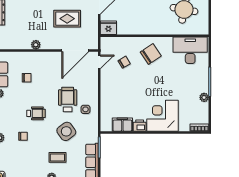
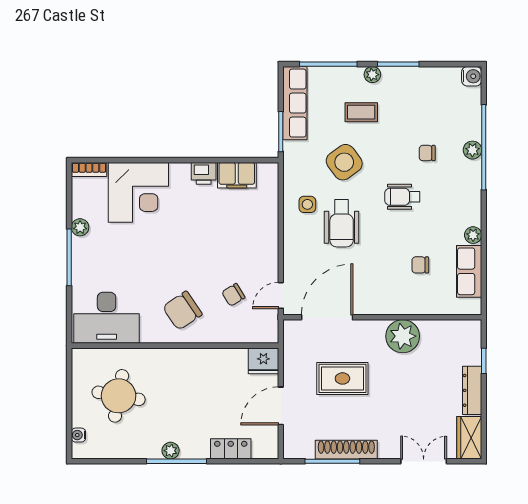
plant: (36, 45) -> (403, 336), width x1.88, depth x1.88
corner desk: (163, 116) -> (138, 192), moved

